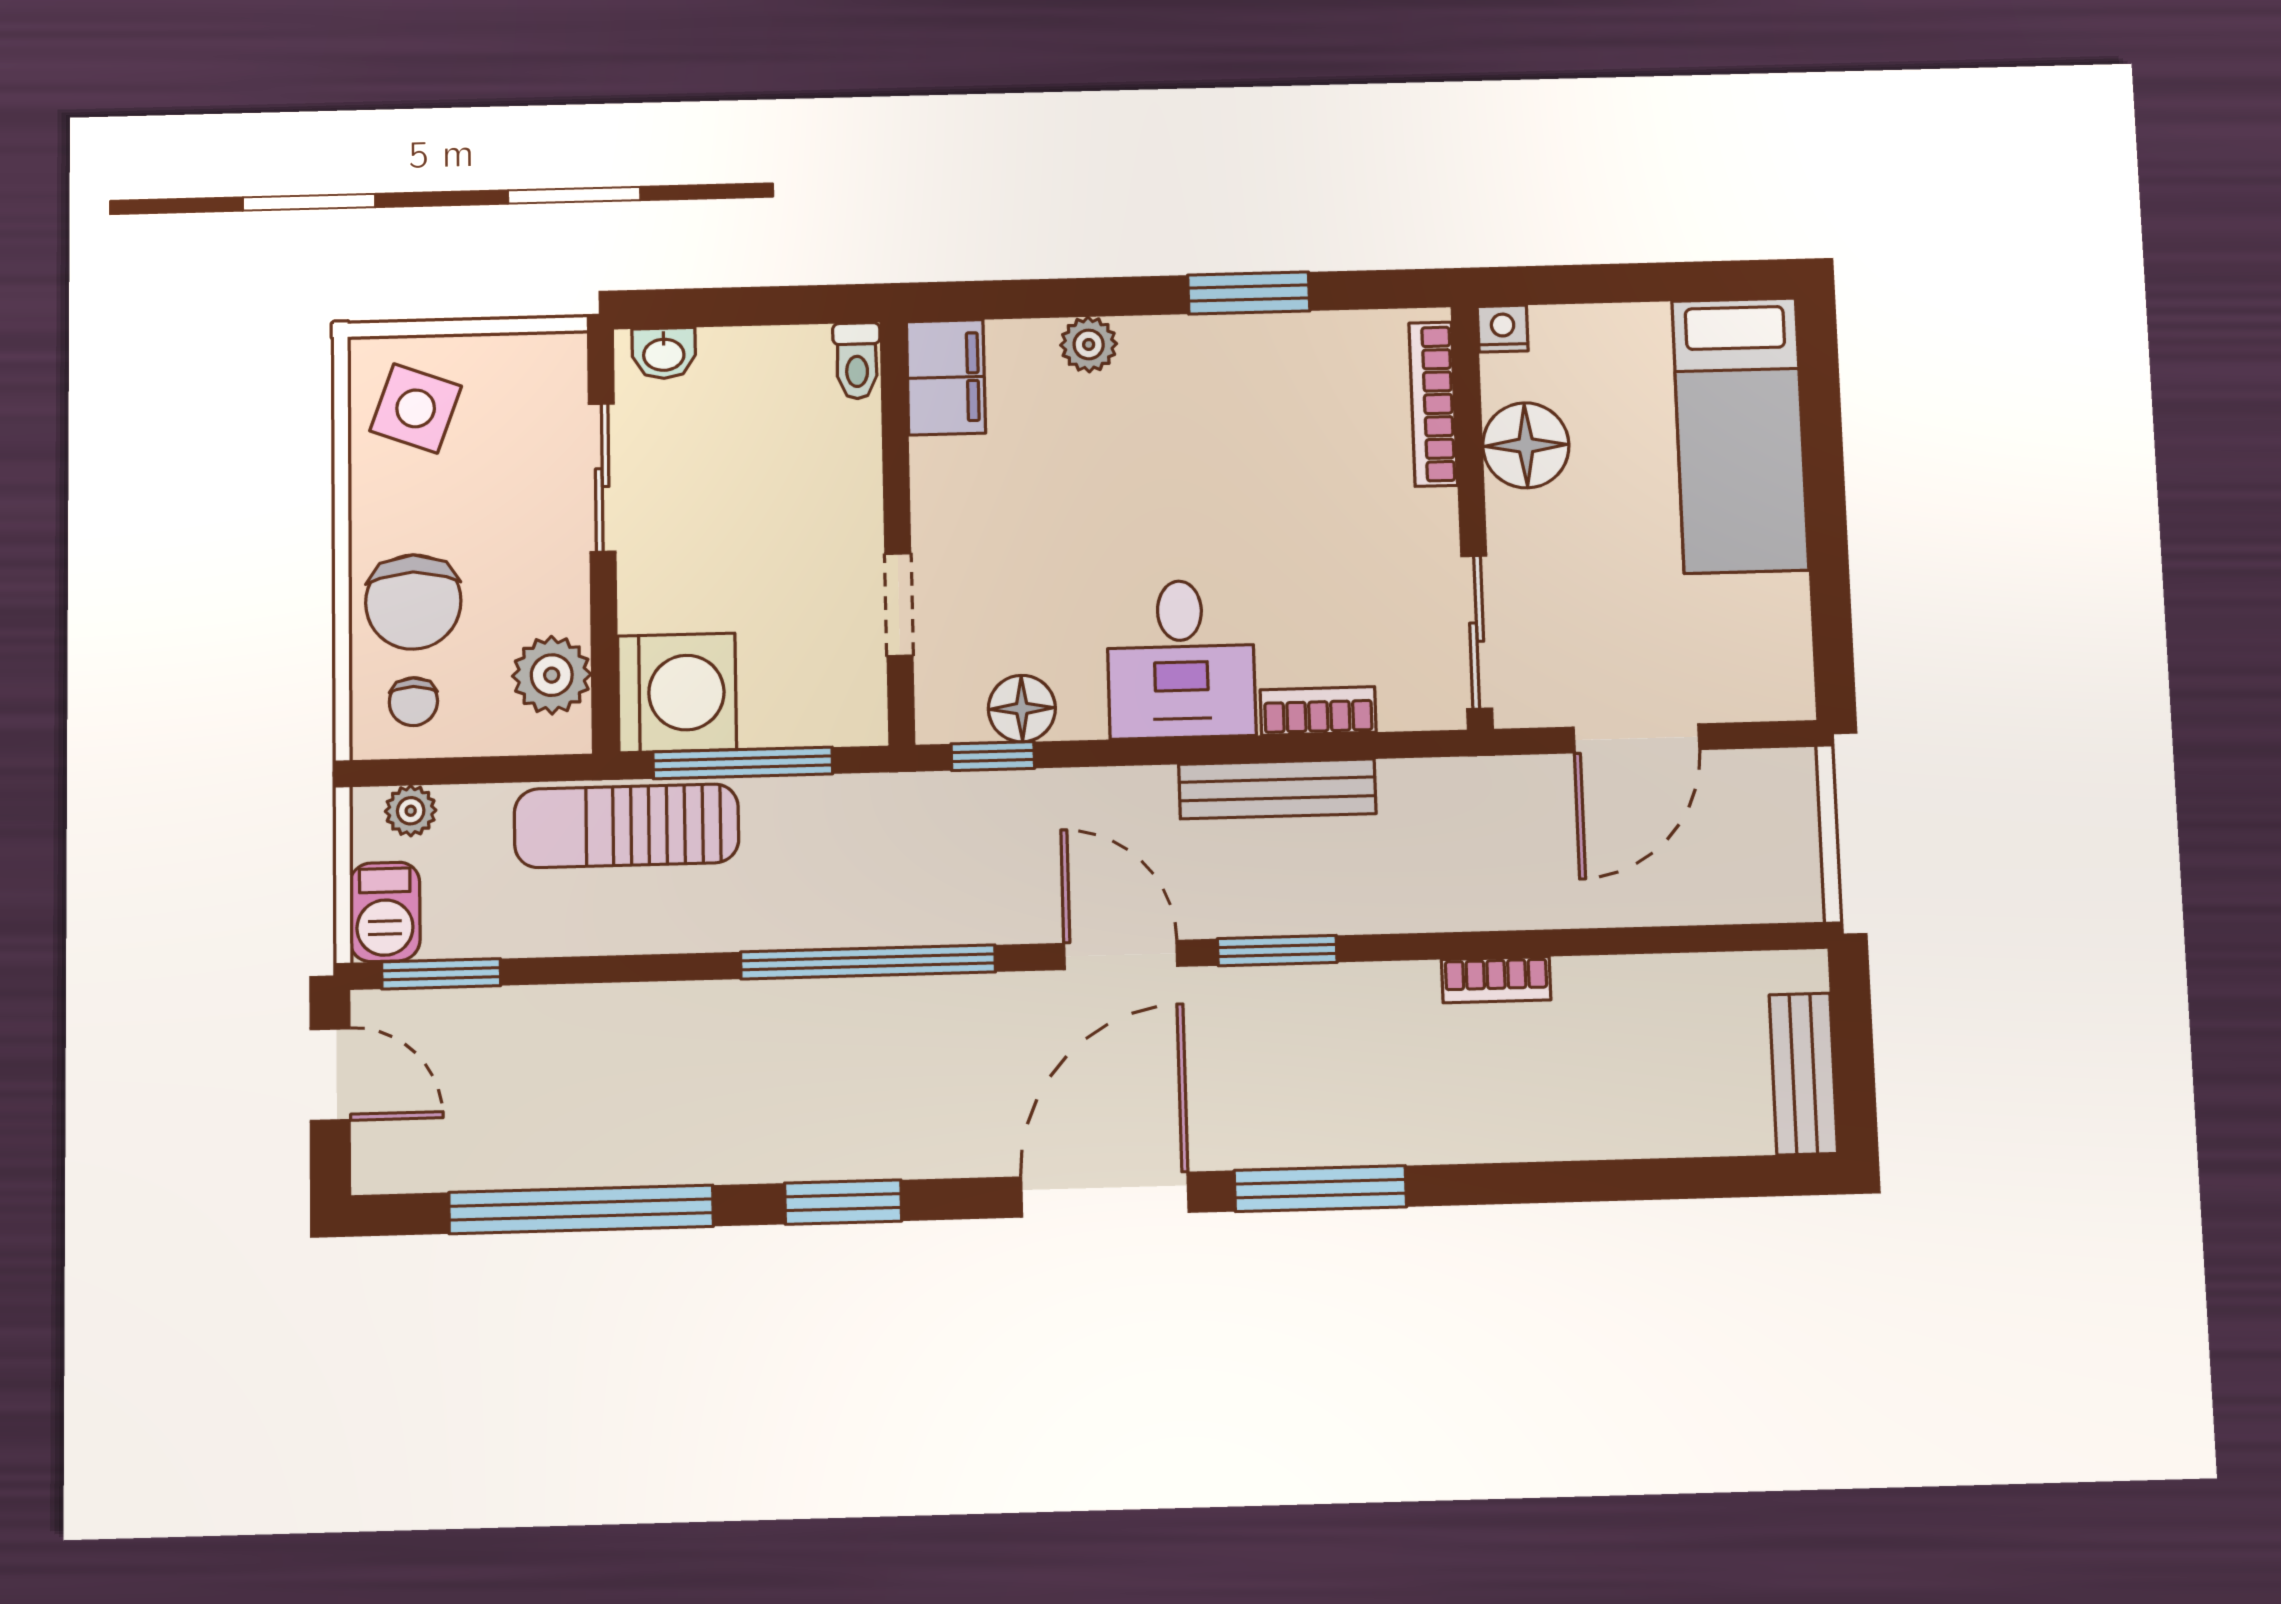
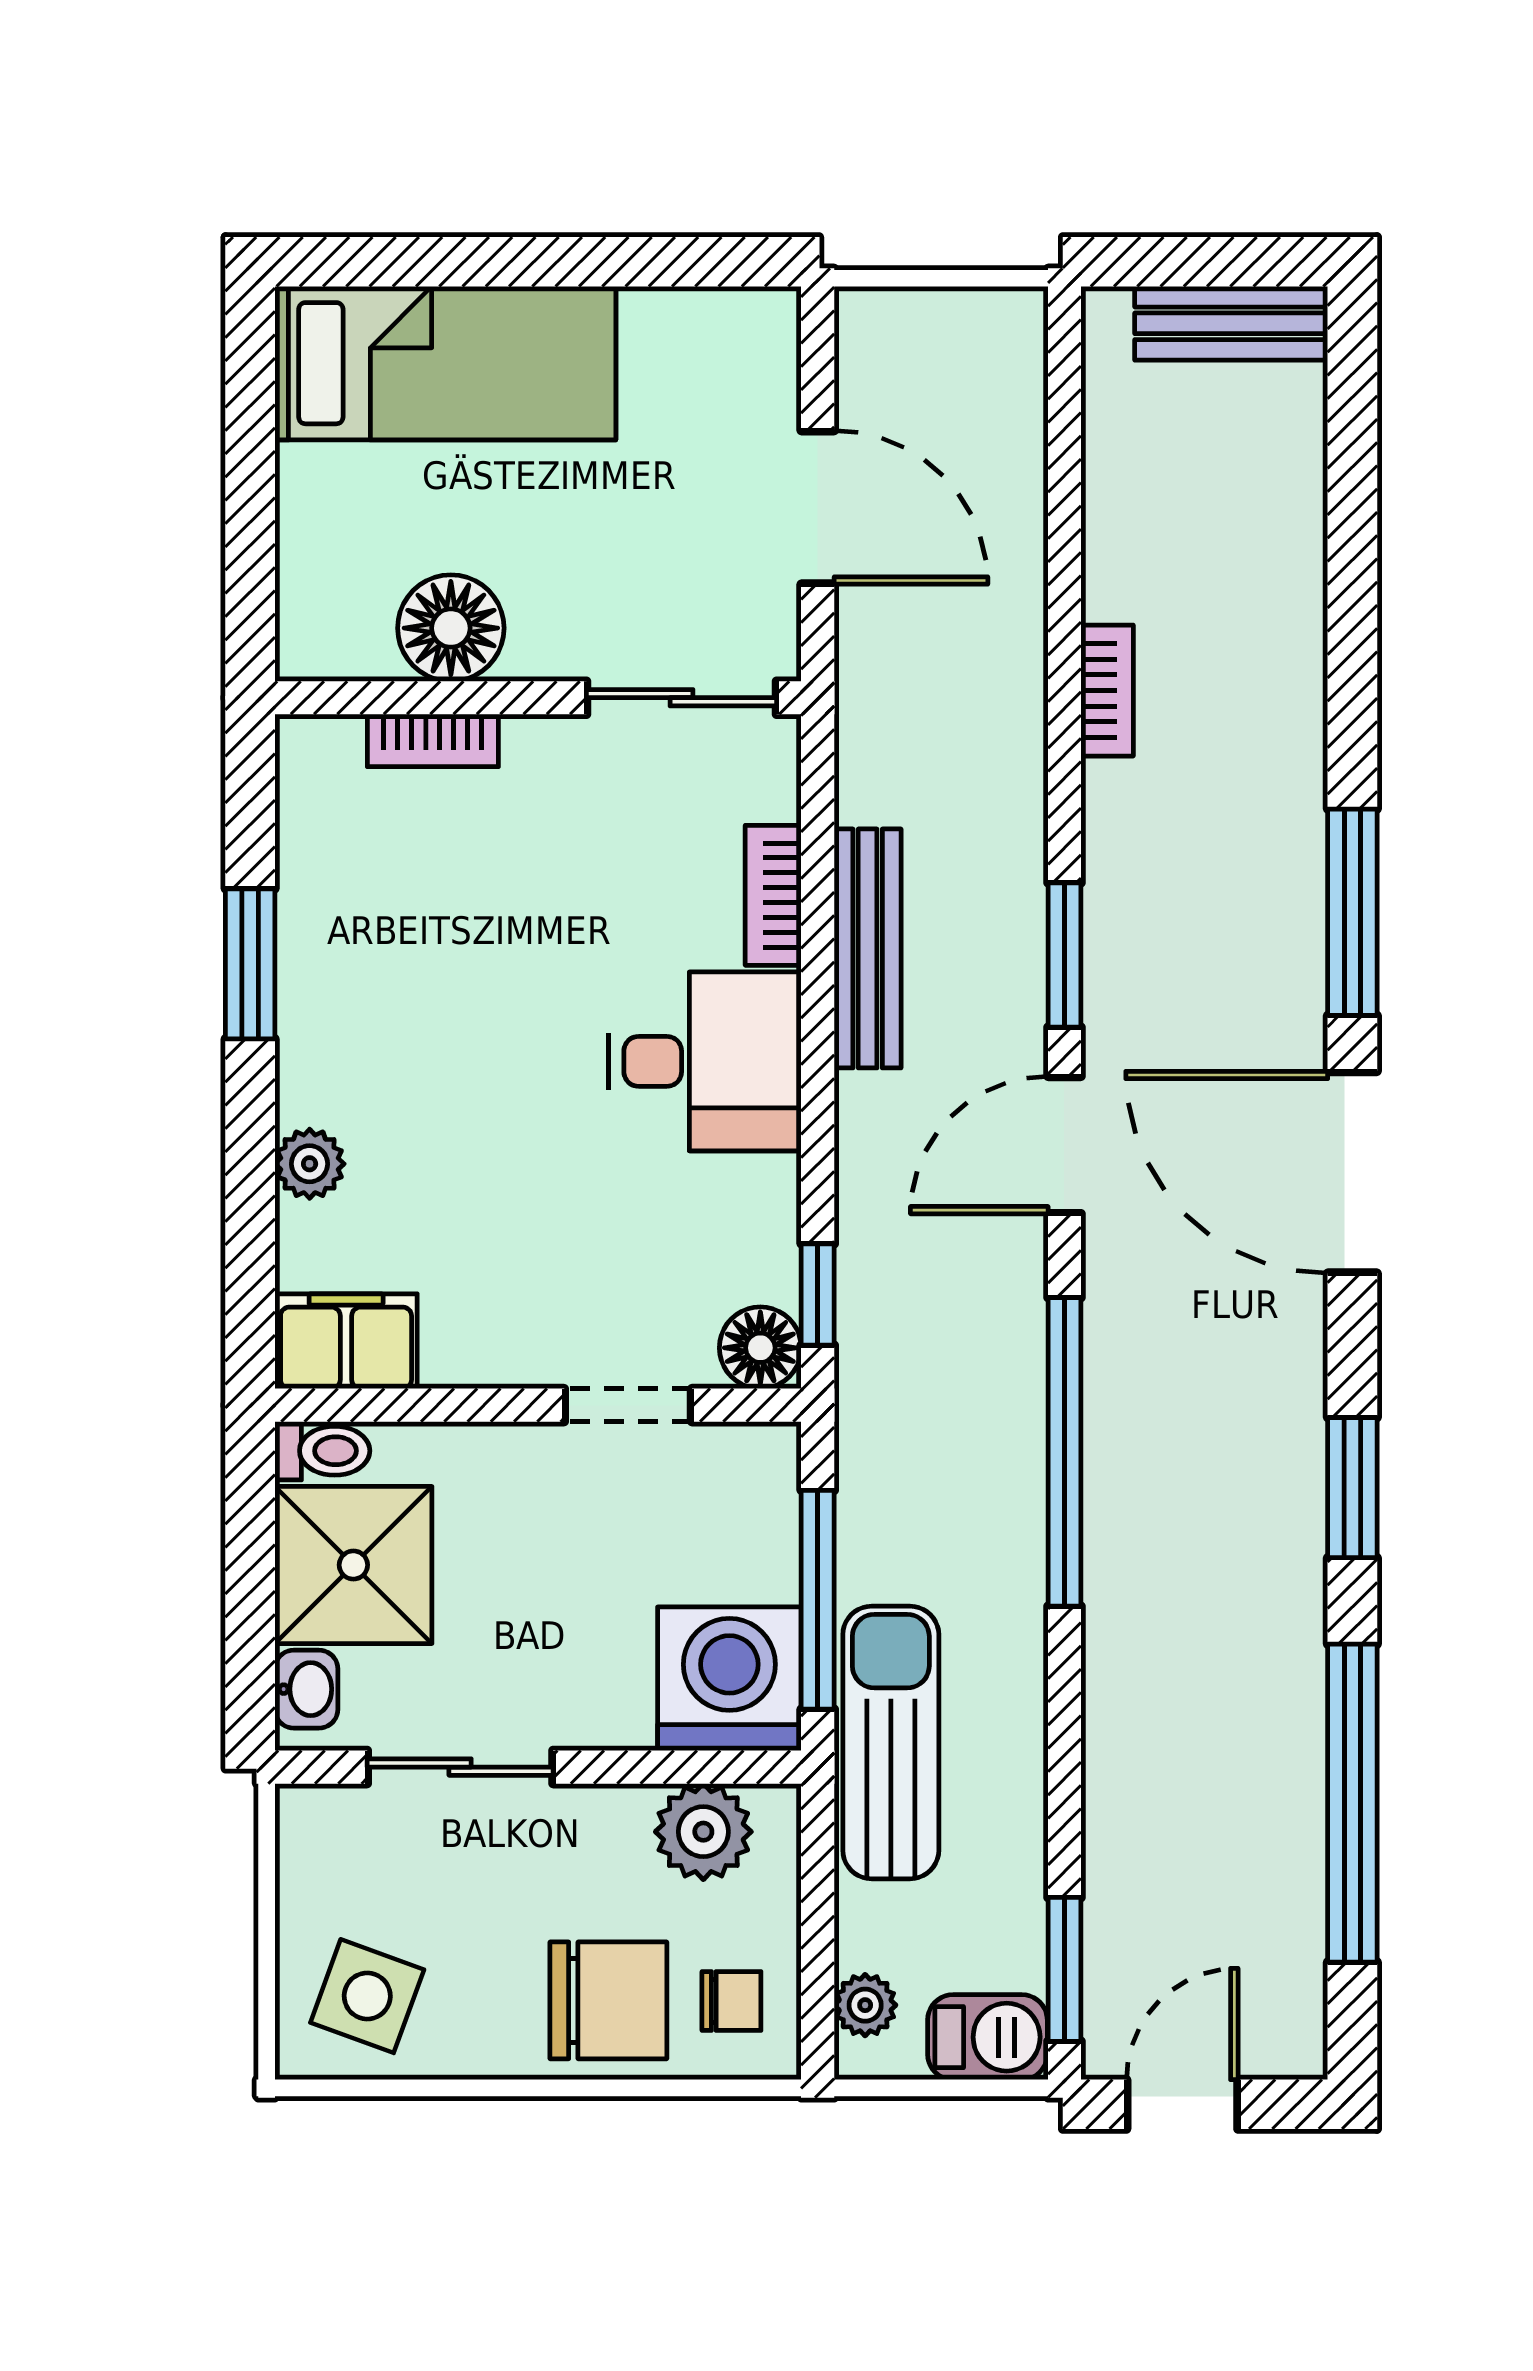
nightstand: (1503, 329) -> (304, 651), removed
shower: (765, 388) -> (353, 1565), added
bookcase: (1433, 404) -> (433, 740), width x0.64
floor lamp: (1022, 709) -> (760, 1348), moved
sun lounger: (627, 826) -> (891, 1742), turned 180

